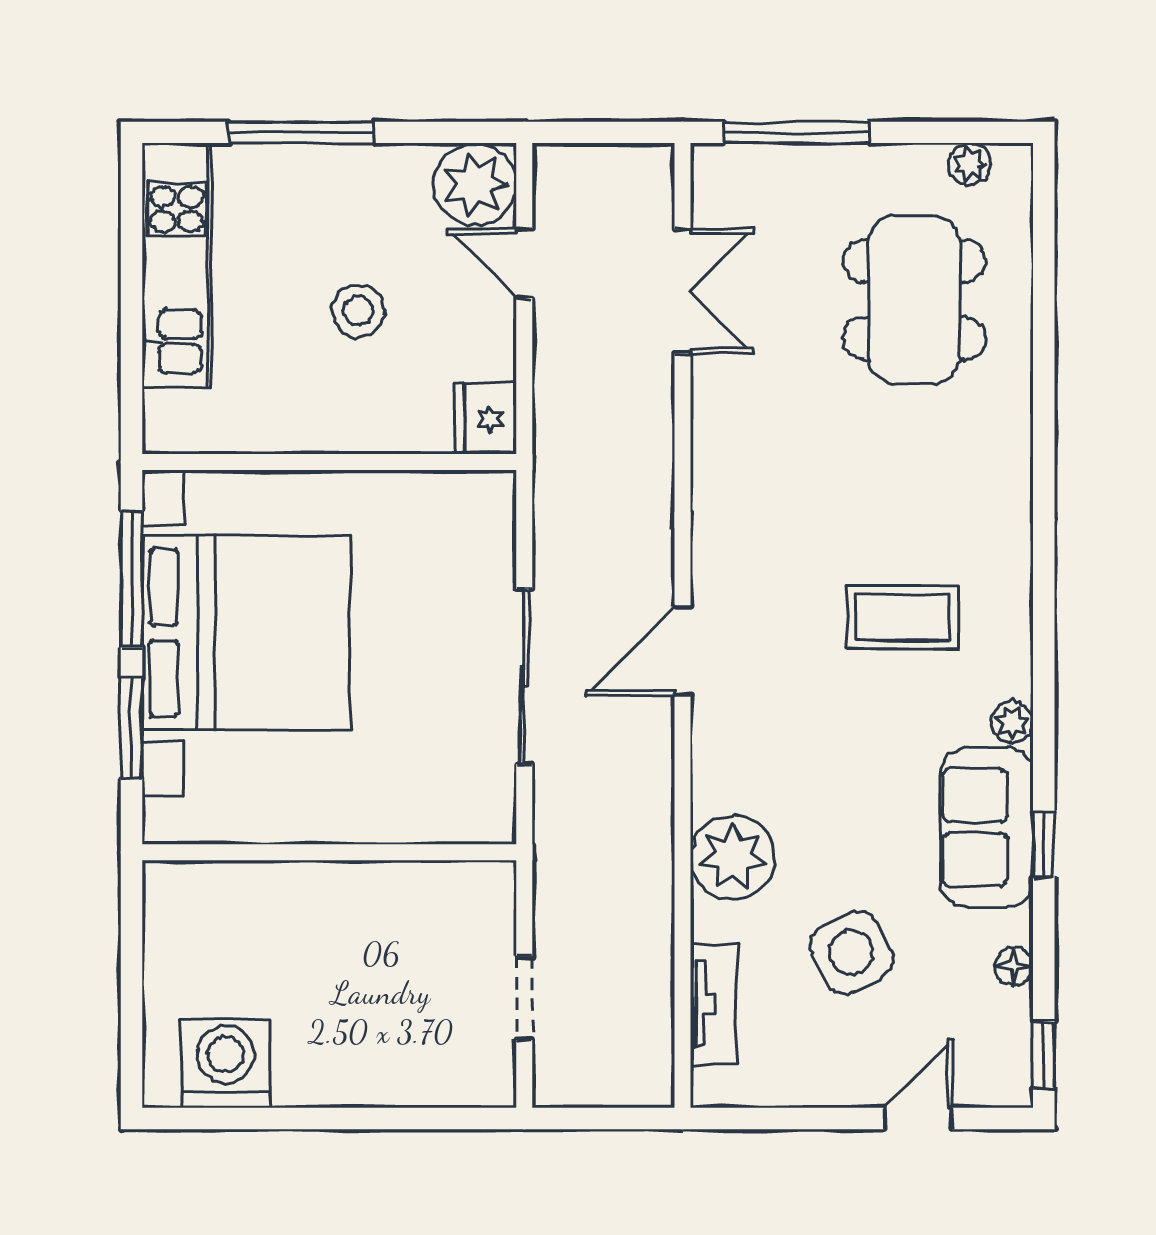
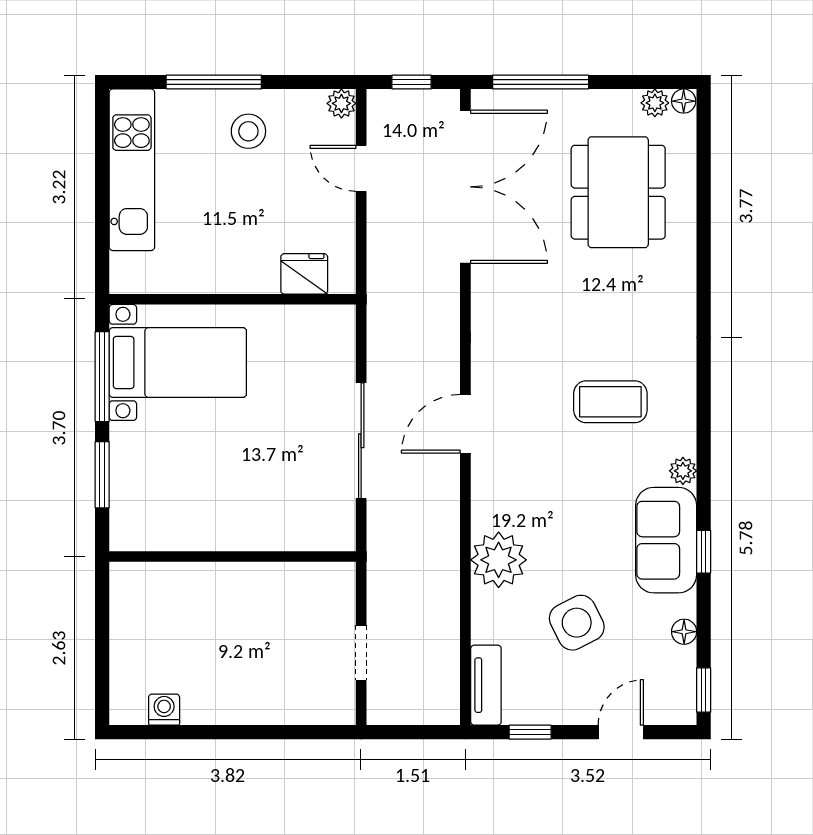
window: (601, 132) -> (412, 82), added
floor lamp: (1013, 161) -> (684, 101), added
plant: (475, 184) -> (341, 103), width x0.53, depth x0.53
double door: (683, 291) -> (465, 187), width x1.87
stool: (358, 311) -> (248, 131), moved
fridge: (486, 419) -> (304, 274), moved, turned 90
bed with nightstands: (246, 633) -> (178, 362), width x0.54
tv unit: (714, 1004) -> (486, 685), moved
washing machine: (225, 1063) -> (164, 710), width x0.53, depth x0.53
window: (781, 1118) -> (530, 732), added

